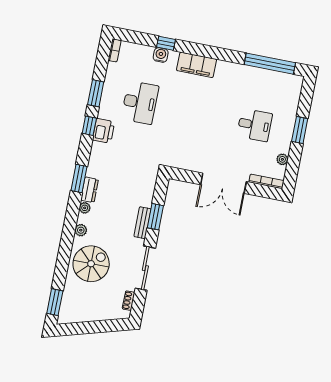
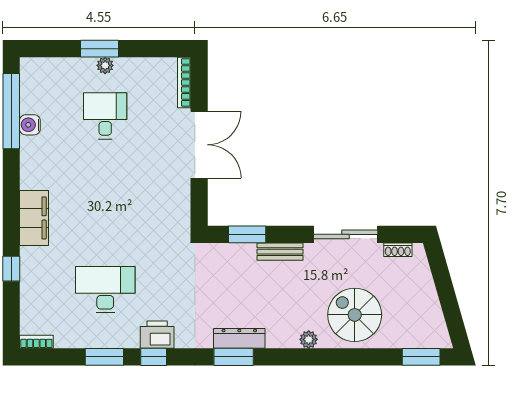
water cooler: (161, 55) -> (30, 125), moved
plant: (282, 159) -> (105, 65), moved
dresser: (89, 190) -> (239, 338), width x1.44
plant: (85, 208) -> (275, 340), removed
window: (155, 217) -> (247, 234), moved

